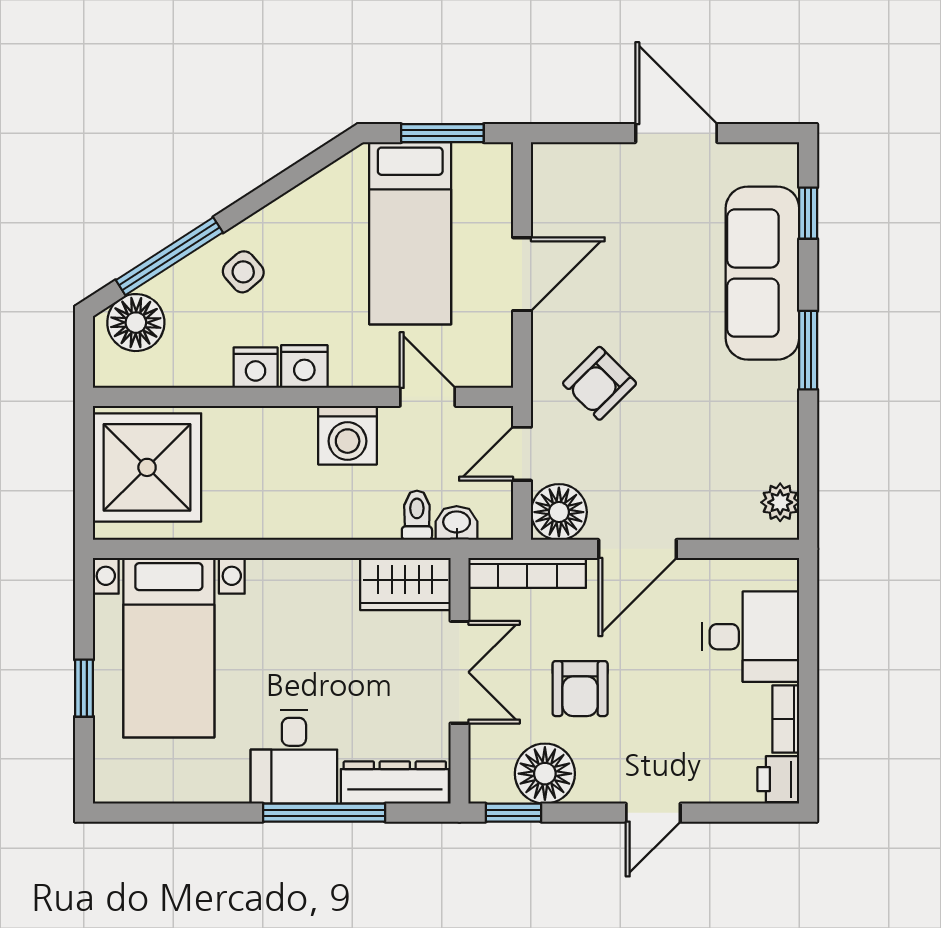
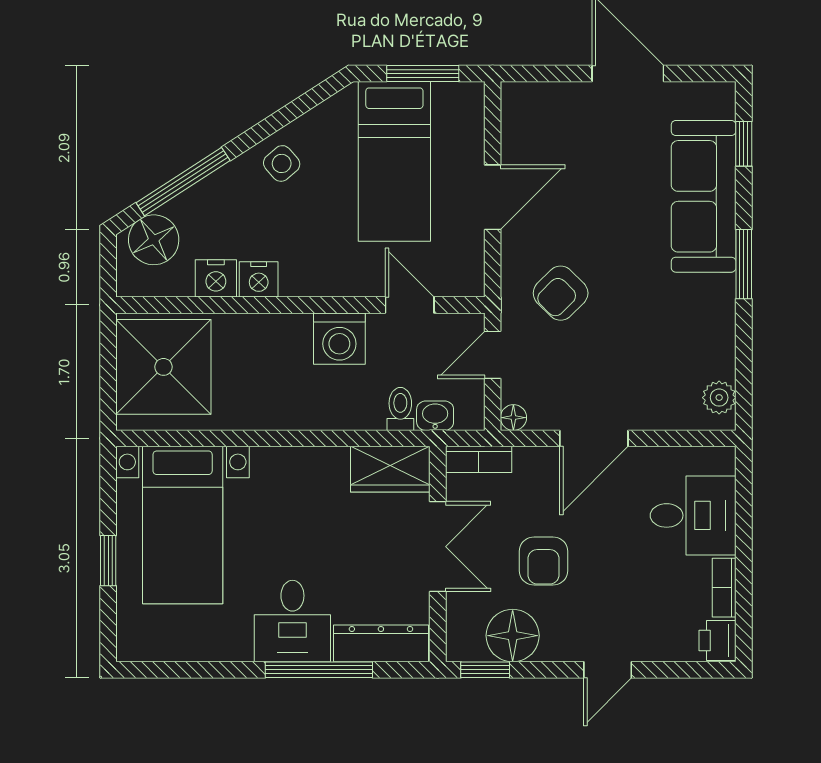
side table: (243, 272) -> (282, 163), moved
nightstand: (304, 367) -> (216, 278), moved
floor lamp: (559, 512) -> (513, 418), width x0.53, depth x0.53
bookcase: (527, 573) -> (479, 459), width x0.64

